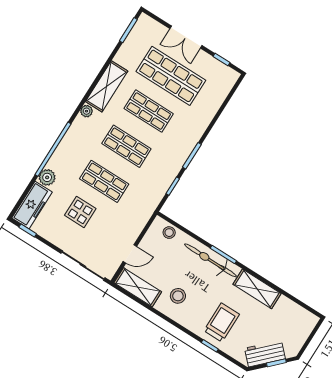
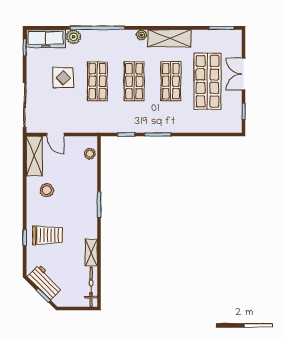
bicycle: (210, 260) -> (91, 287), moved, width x0.73, depth x0.71
shelving: (257, 289) -> (91, 253), width x0.67, depth x0.75

